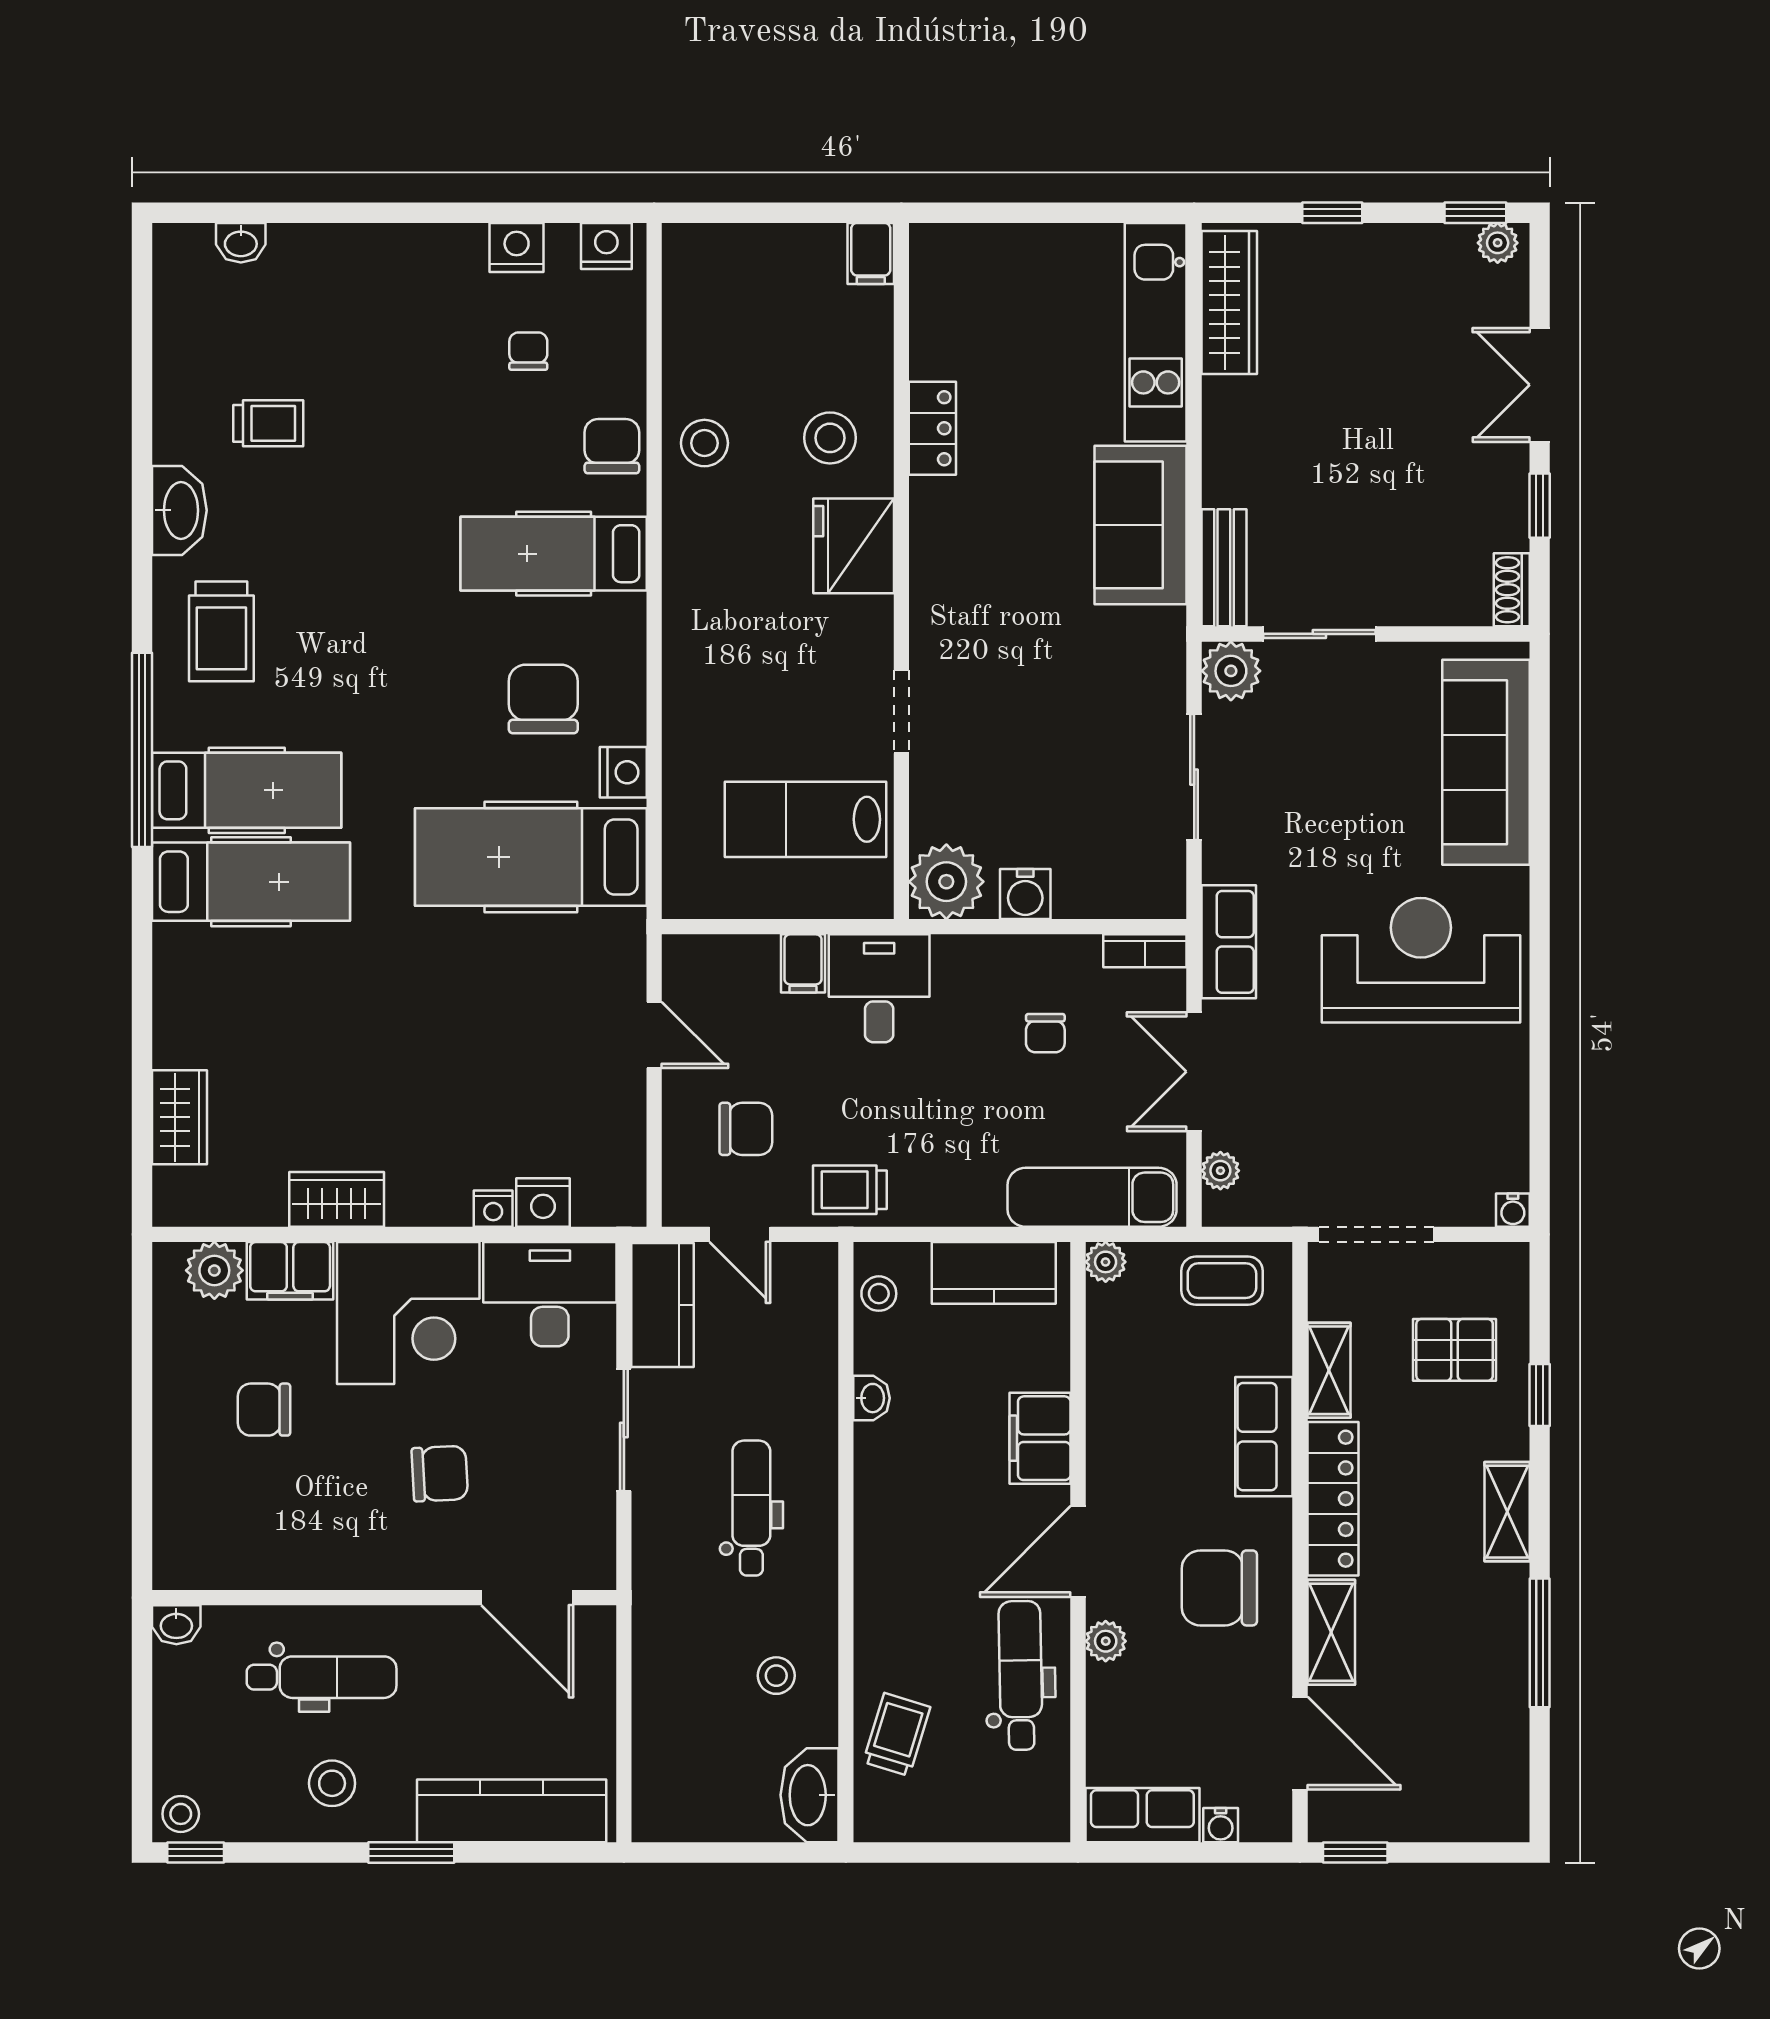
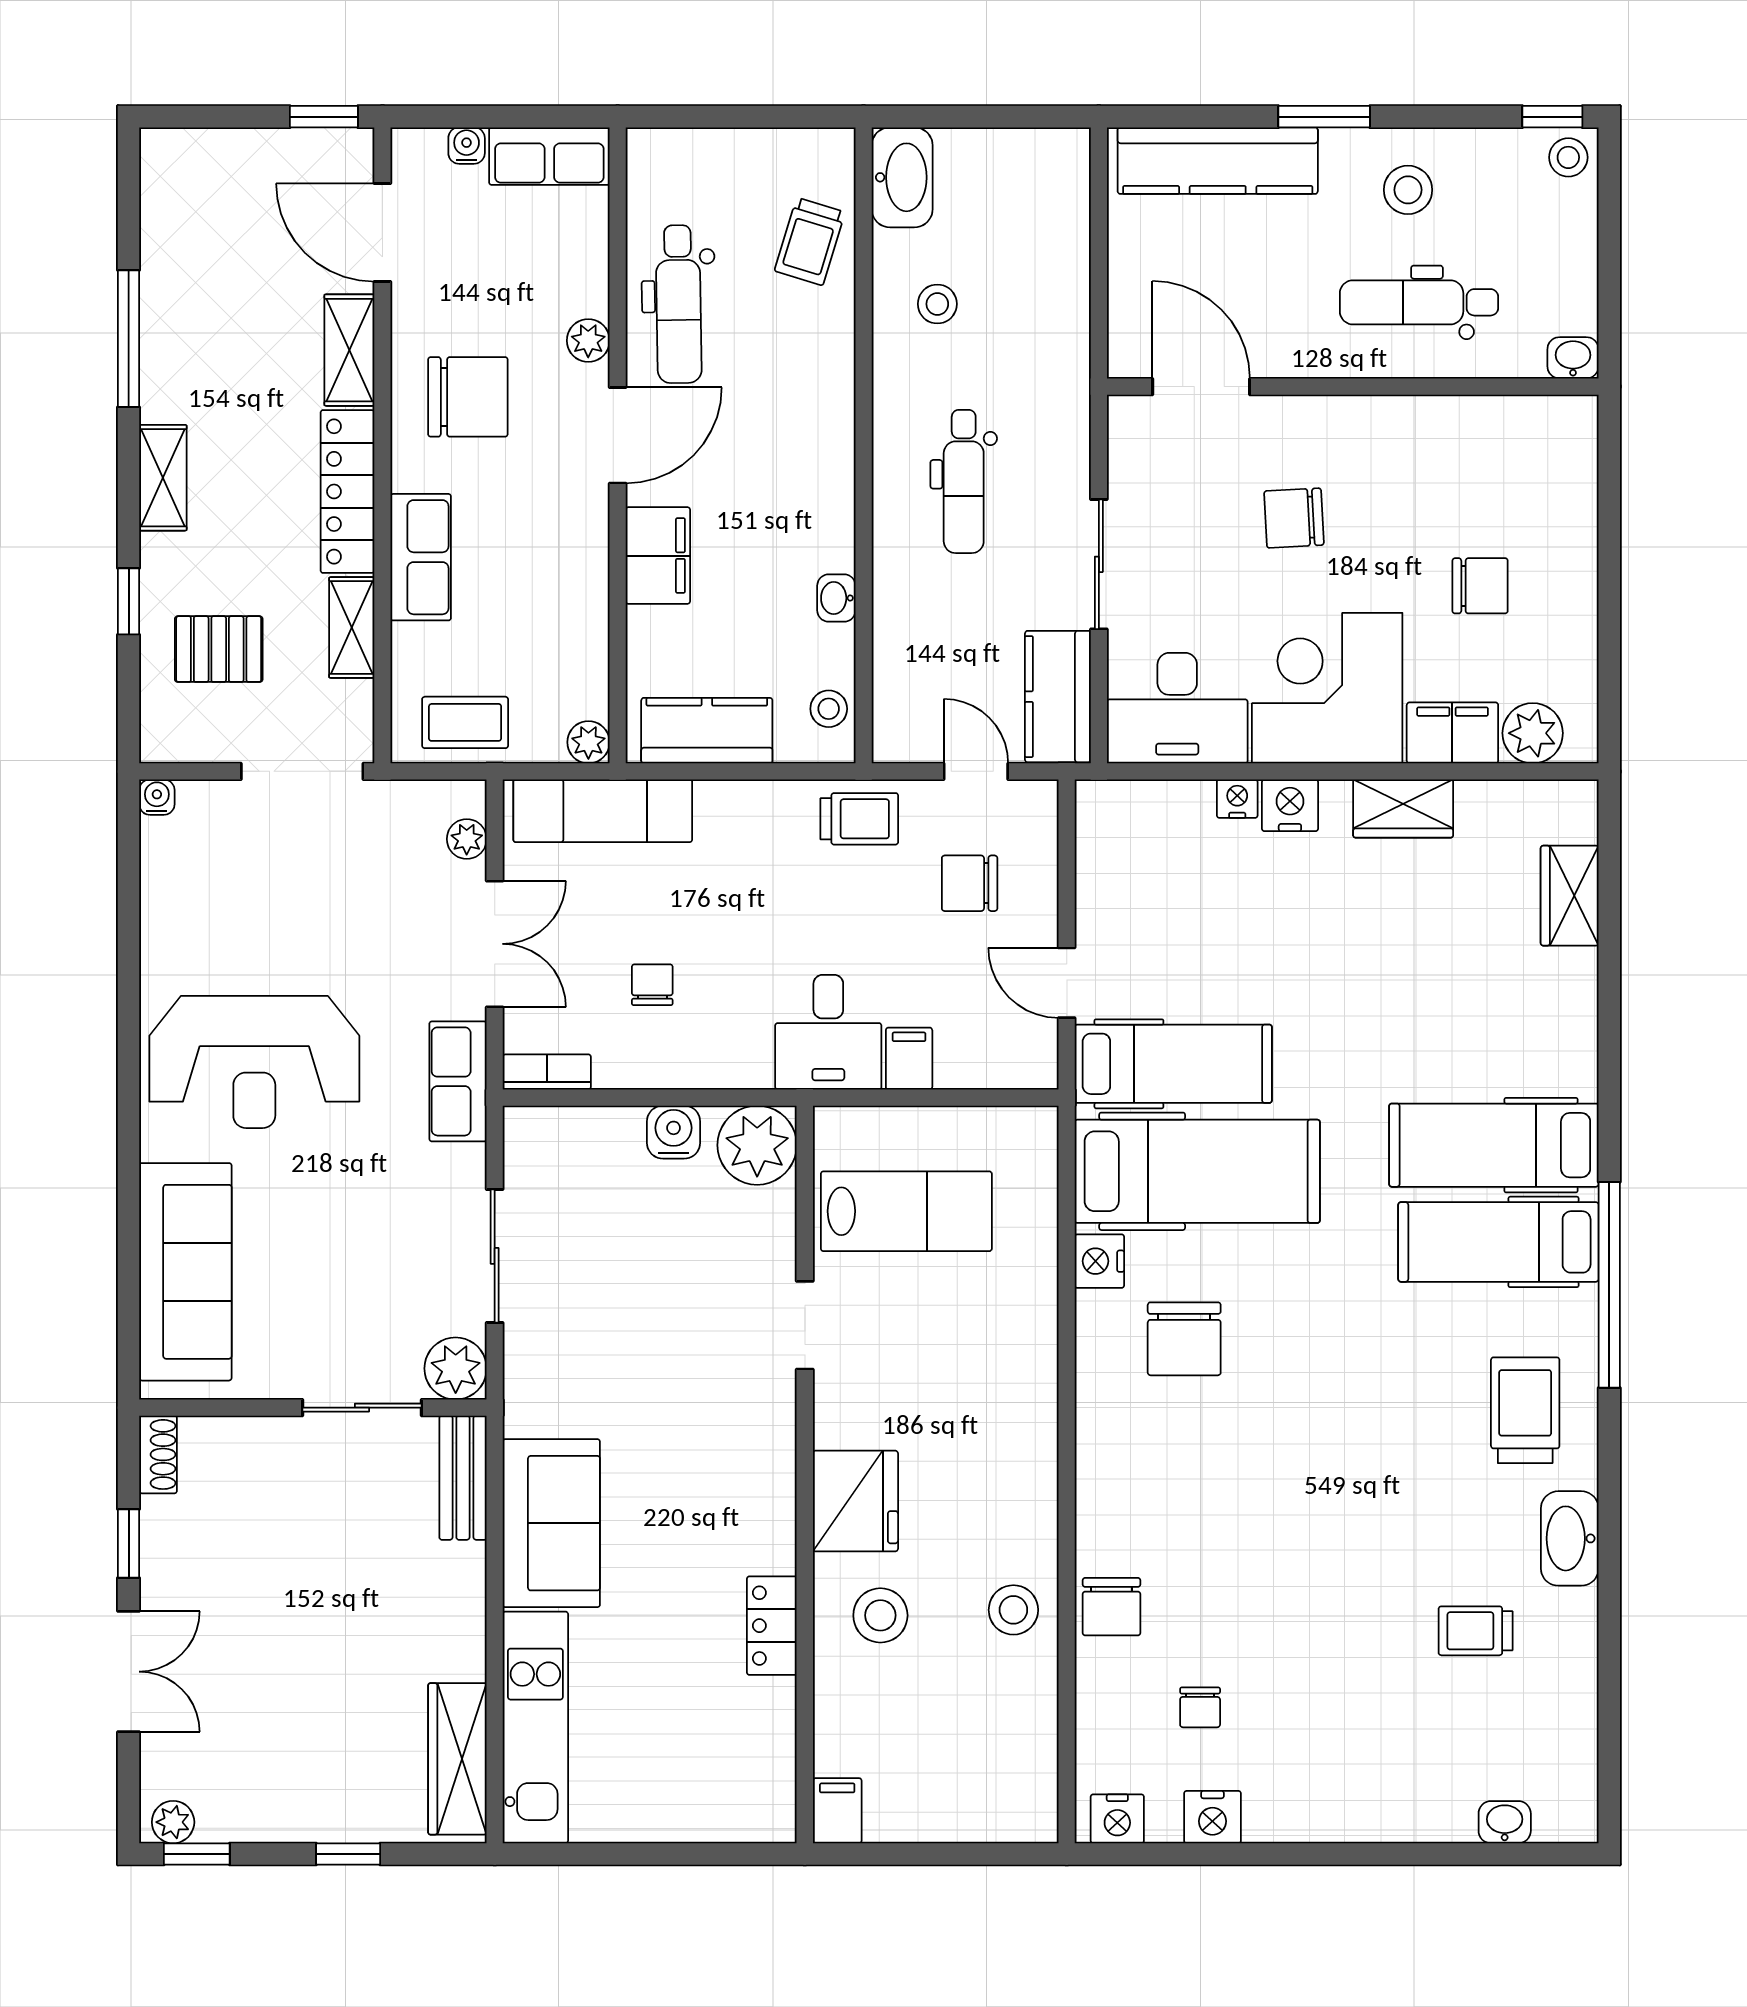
hospital bed: (554, 554) -> (1173, 1064), moved
nightstand: (543, 1202) -> (1290, 805), moved

